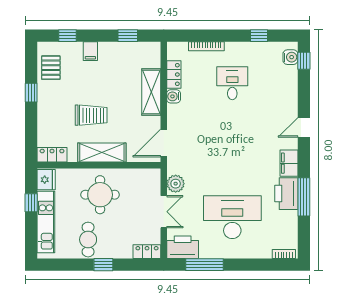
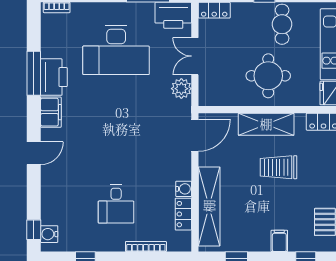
shelving: (151, 92) -> (209, 206), width x1.47

